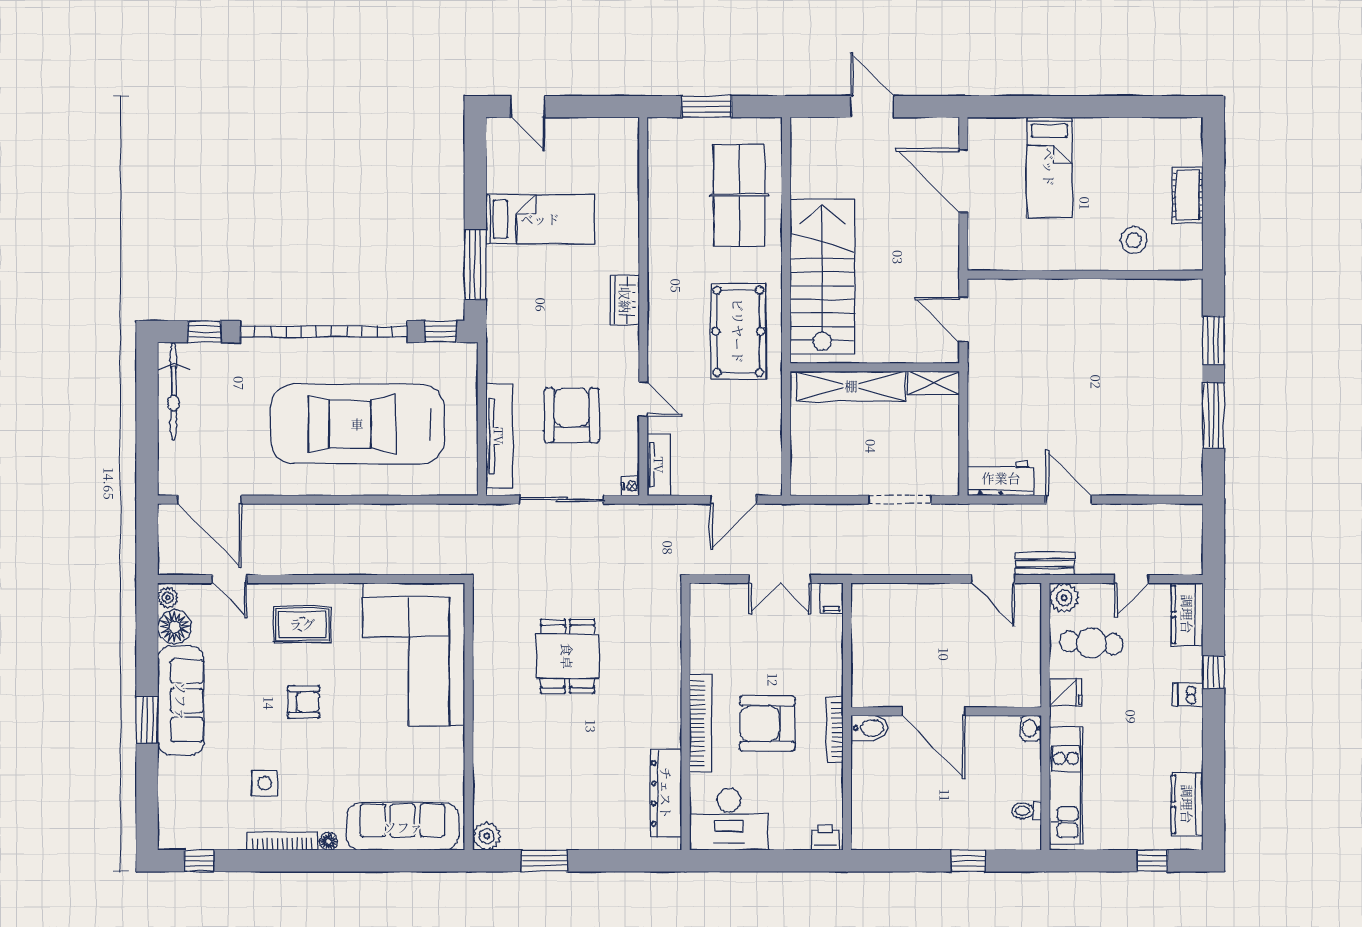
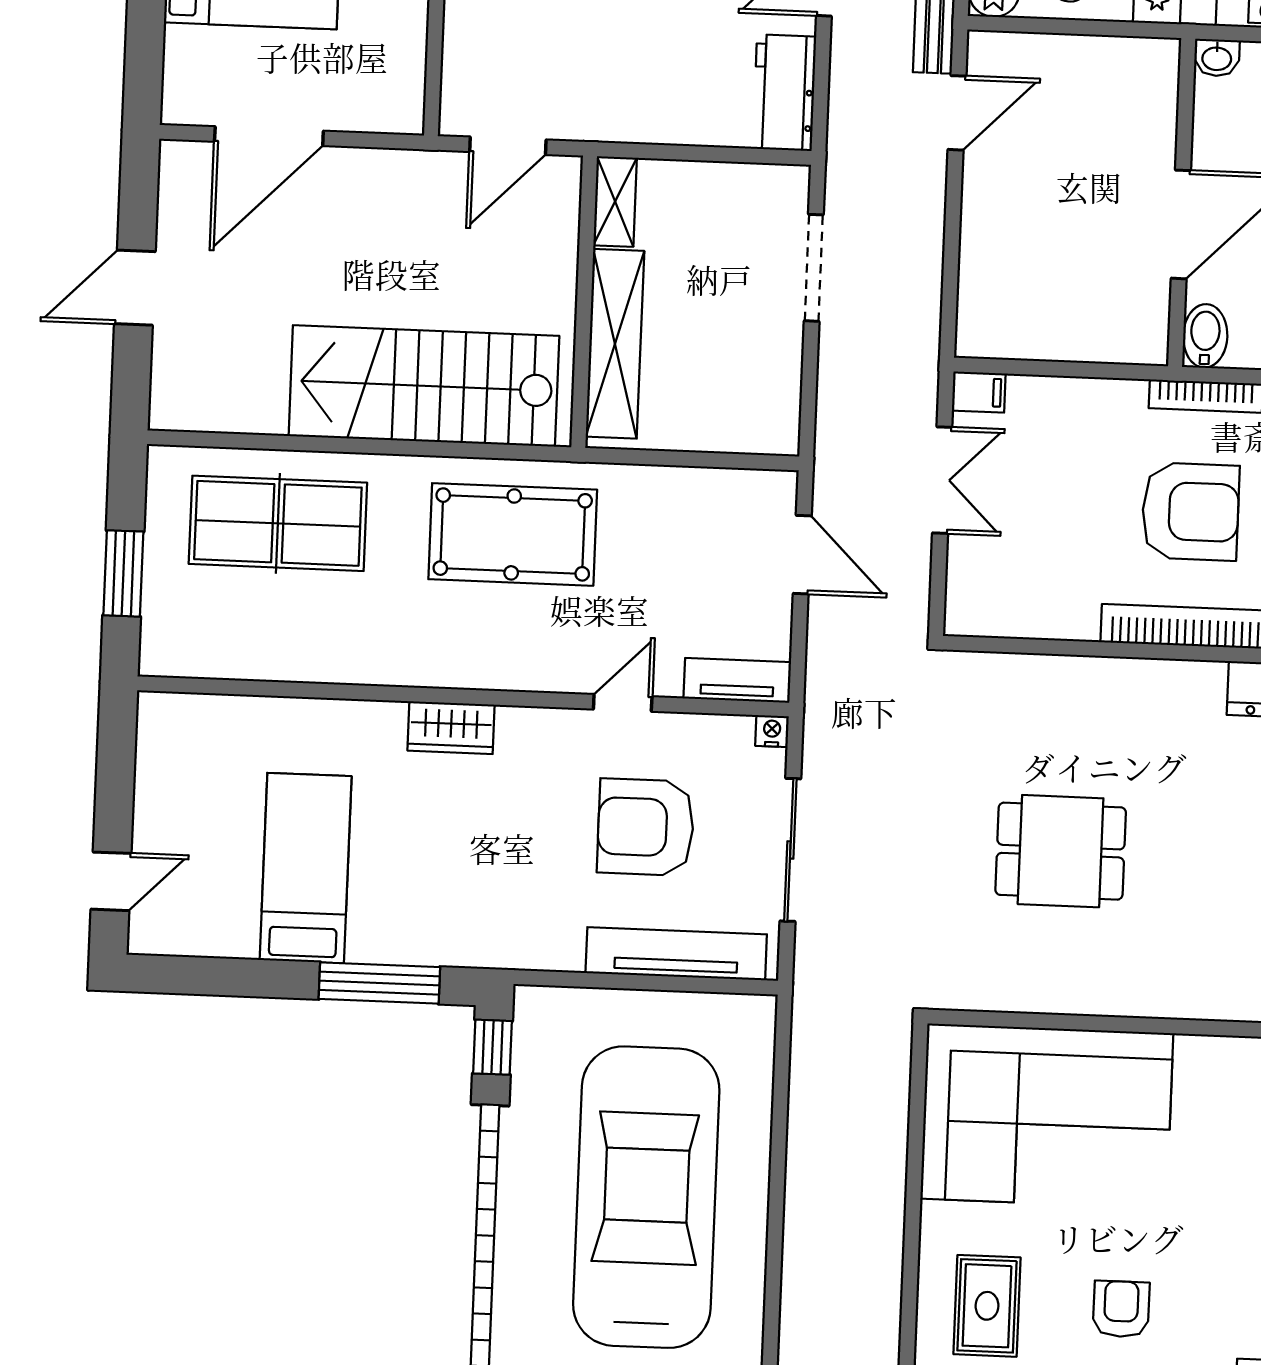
car: (357, 424) -> (646, 1197), turned 180
armchair: (767, 724) -> (1190, 512), turned -90

